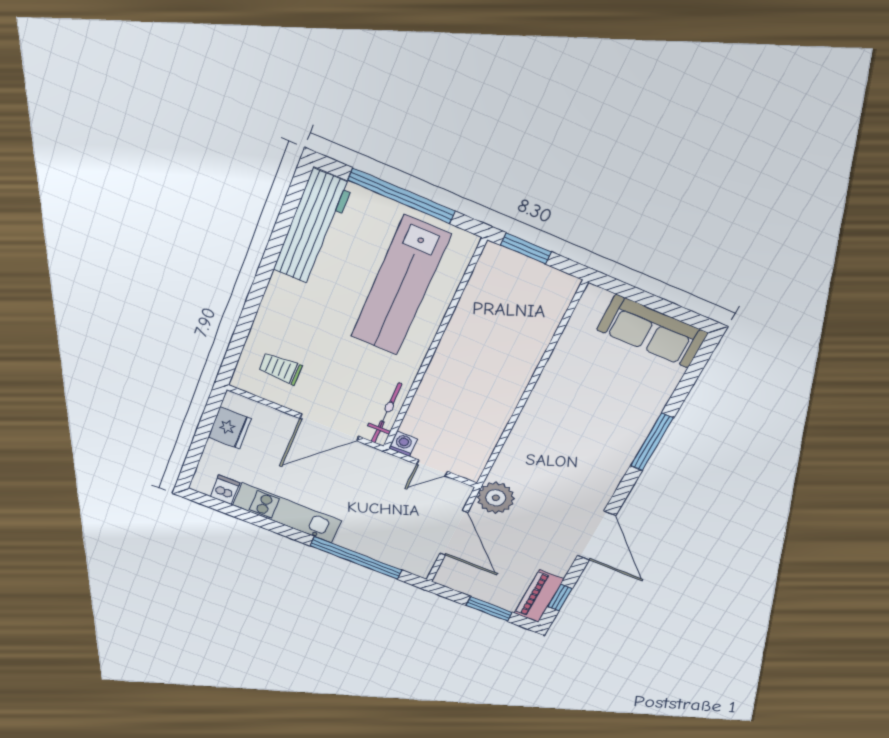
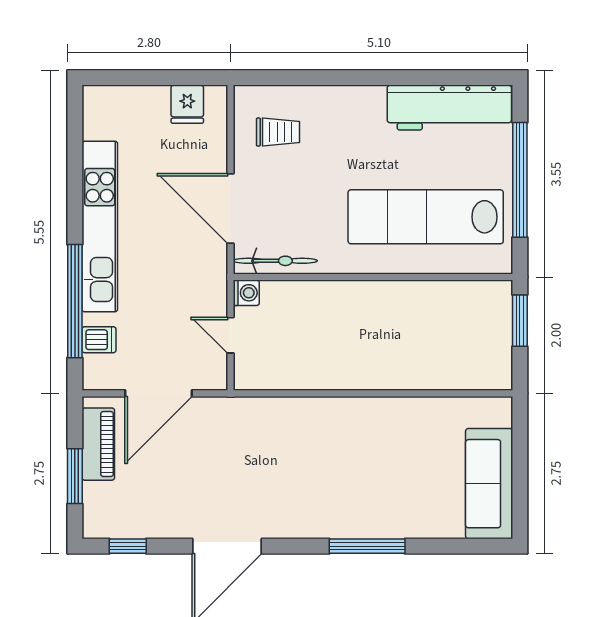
trolley: (280, 368) -> (278, 132), turned 90
fridge: (230, 428) -> (187, 104), width x0.72
dishwasher: (225, 490) -> (99, 340), moved
plant: (496, 498) -> (225, 418), removed
kitchen unit: (287, 513) -> (100, 226), width x1.36
piano: (539, 596) -> (98, 444), moved, turned 90

